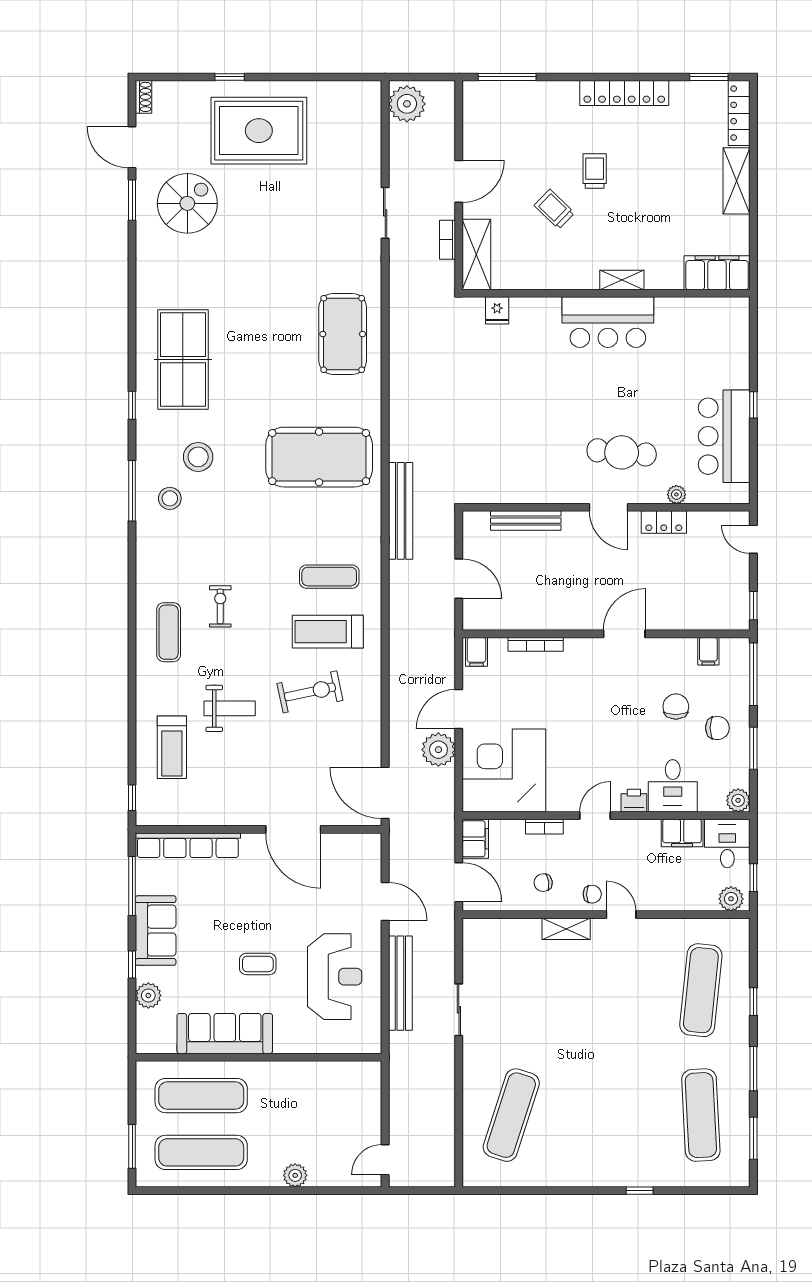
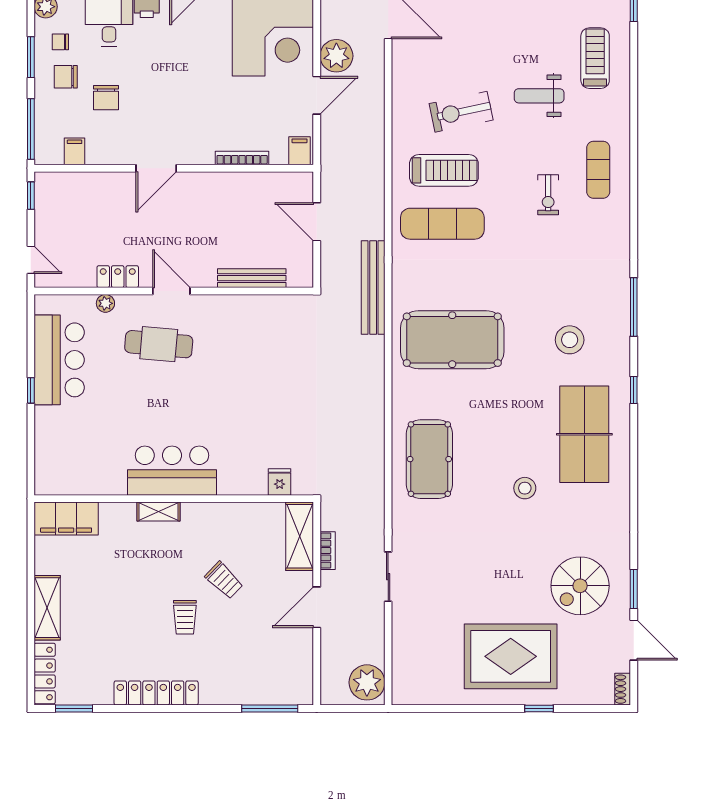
stool: (170, 498) -> (525, 488), moved
exercise mat: (329, 577) -> (442, 224), width x1.36, depth x1.45
chair: (723, 764) -> (60, 42), added

